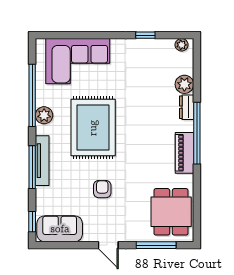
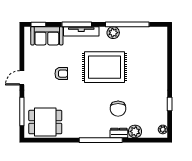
corner sofa: (78, 61) -> (151, 56), removed
chair: (152, 108) -> (118, 109), added
piano: (184, 153) -> (87, 131), removed
sofa: (60, 229) -> (47, 36), moved, turned 90

